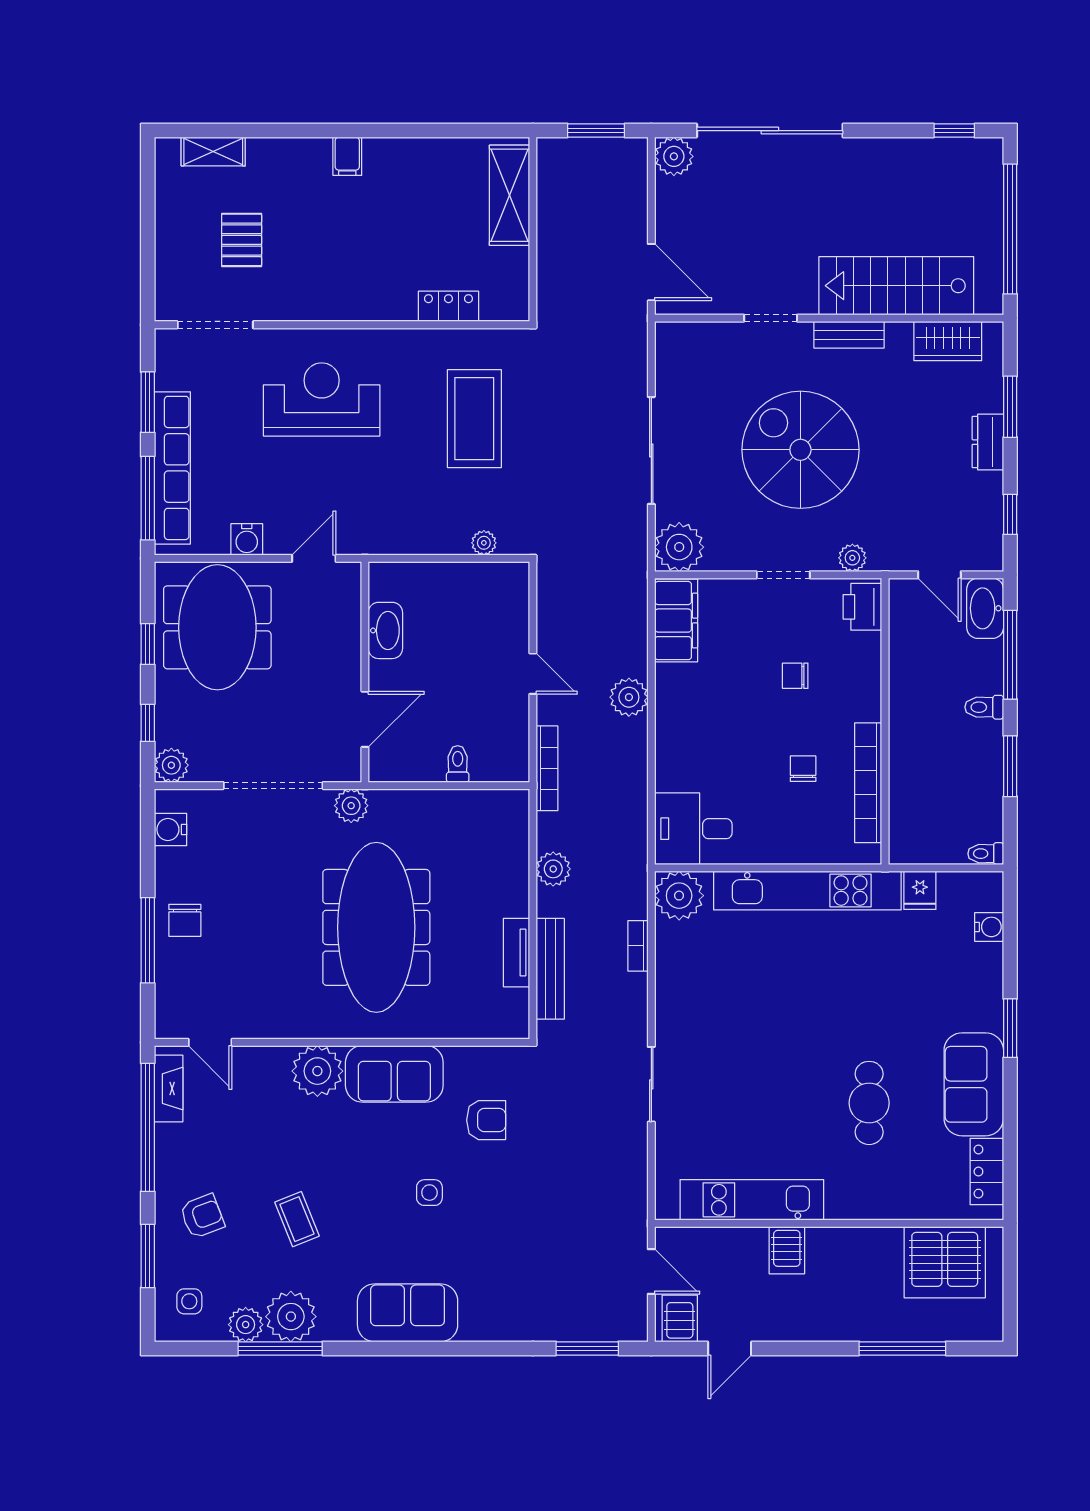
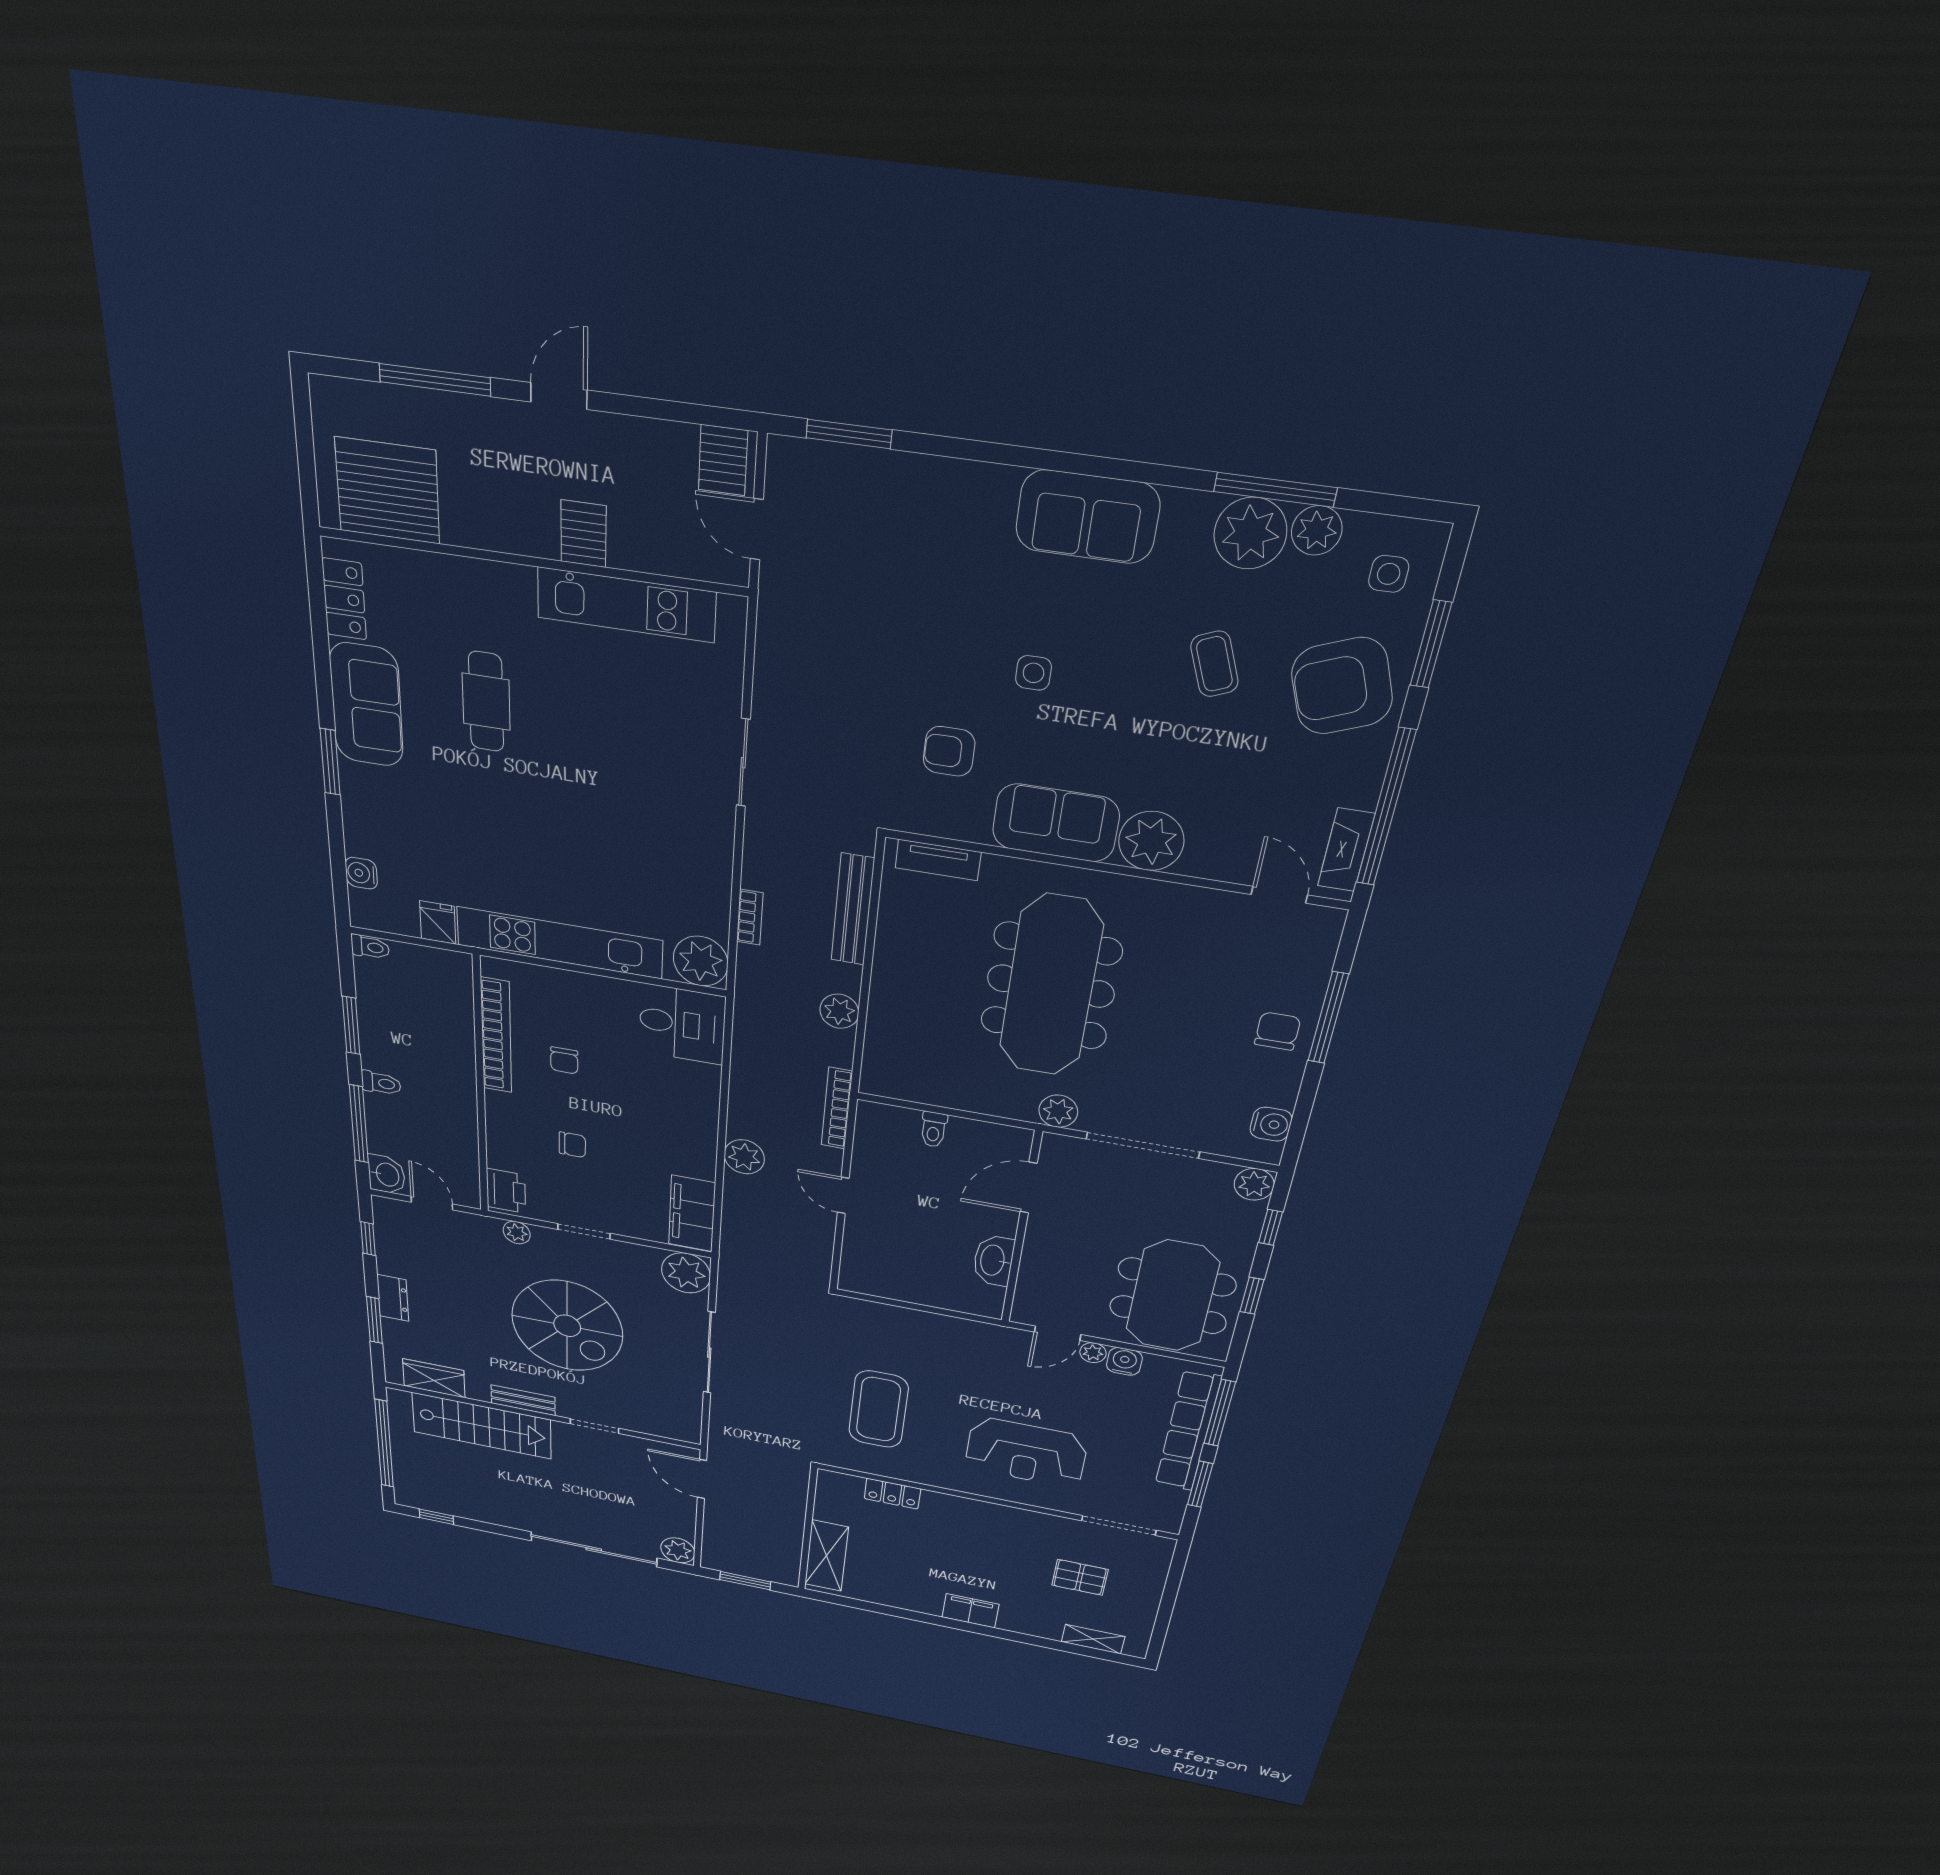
filing cabinet: (347, 156) -> (970, 1611), width x2.00
pallet: (242, 240) -> (1080, 1577), turned 90
plant: (484, 543) -> (1093, 1353), moved
washbasin: (985, 608) -> (387, 1174), width x0.72
tv unit: (516, 953) -> (938, 860), moved, turned 90
armchair: (202, 1216) -> (1342, 686), width x1.88, depth x1.88
door: (730, 1348) -> (559, 396), moved

